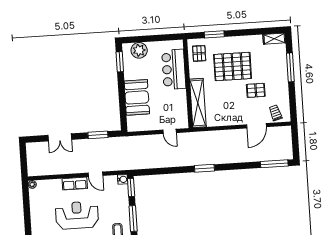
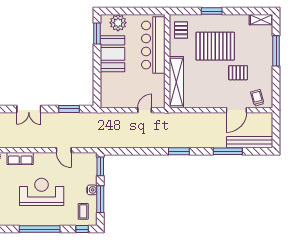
window: (214, 34) -> (212, 11), moved
bar counter: (174, 69) -> (153, 45), width x1.36
booth: (137, 97) -> (112, 54), moved
door: (170, 131) -> (145, 110), swing flipped
bench: (271, 155) -> (250, 142), added
window: (274, 164) -> (228, 151), moved
water cooler: (123, 179) -> (92, 190), moved
row of seats: (75, 184) -> (20, 158), moved

